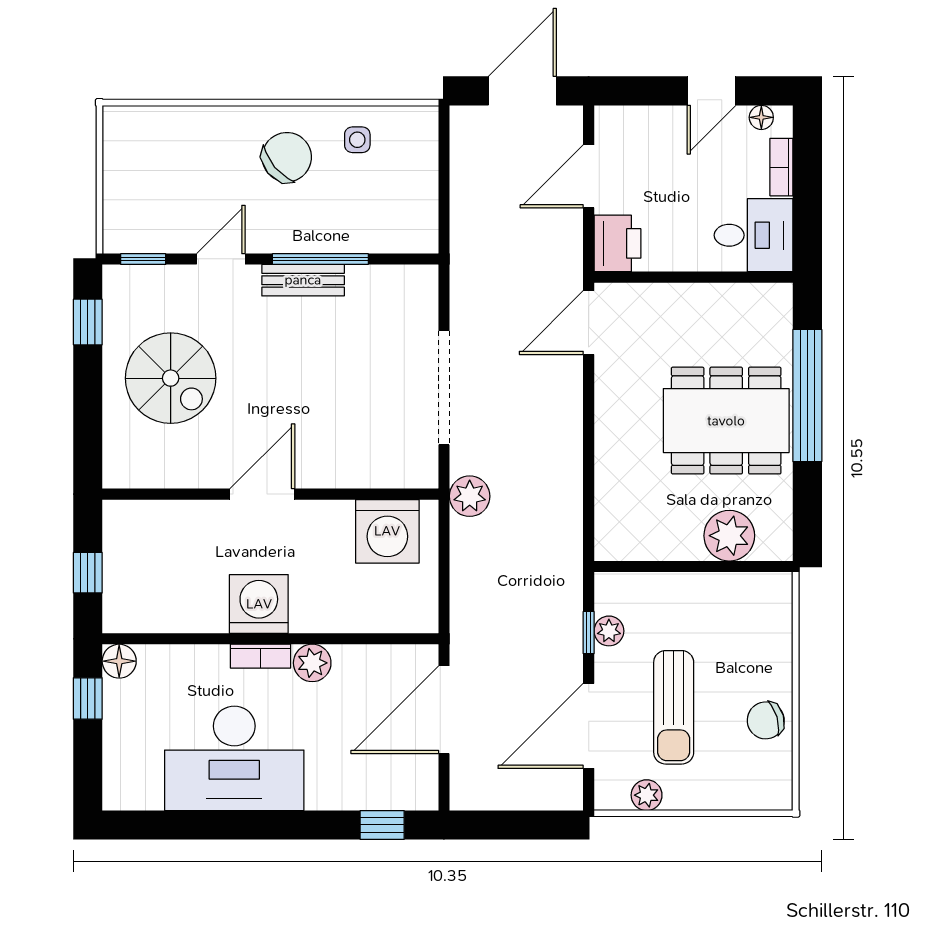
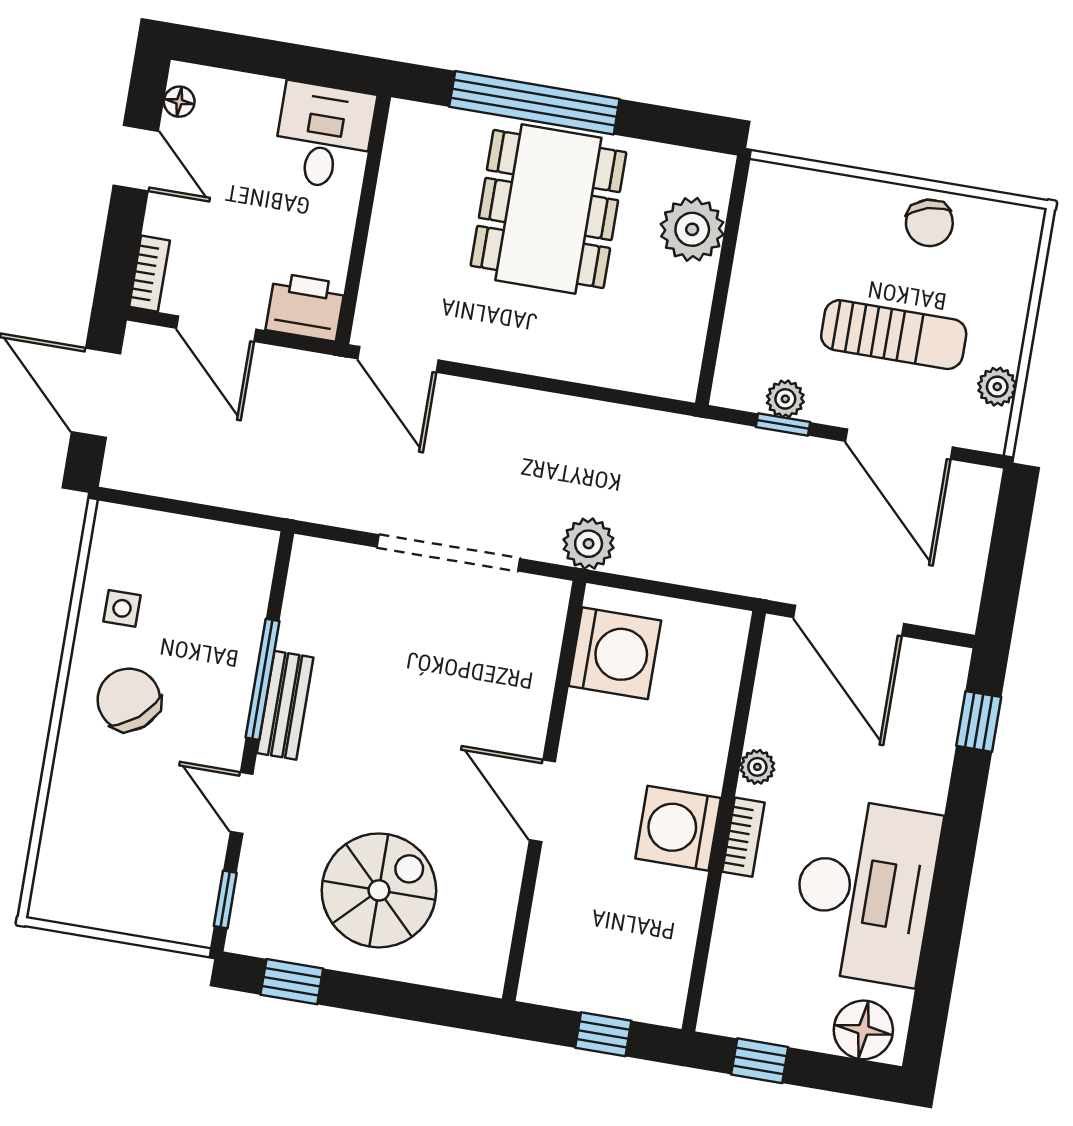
bookcase: (781, 167) -> (149, 274), moved, turned -90
floor lamp: (119, 661) -> (863, 1030), moved, width x1.38, depth x1.38
plant: (312, 663) -> (757, 767), width x0.73, depth x0.73

